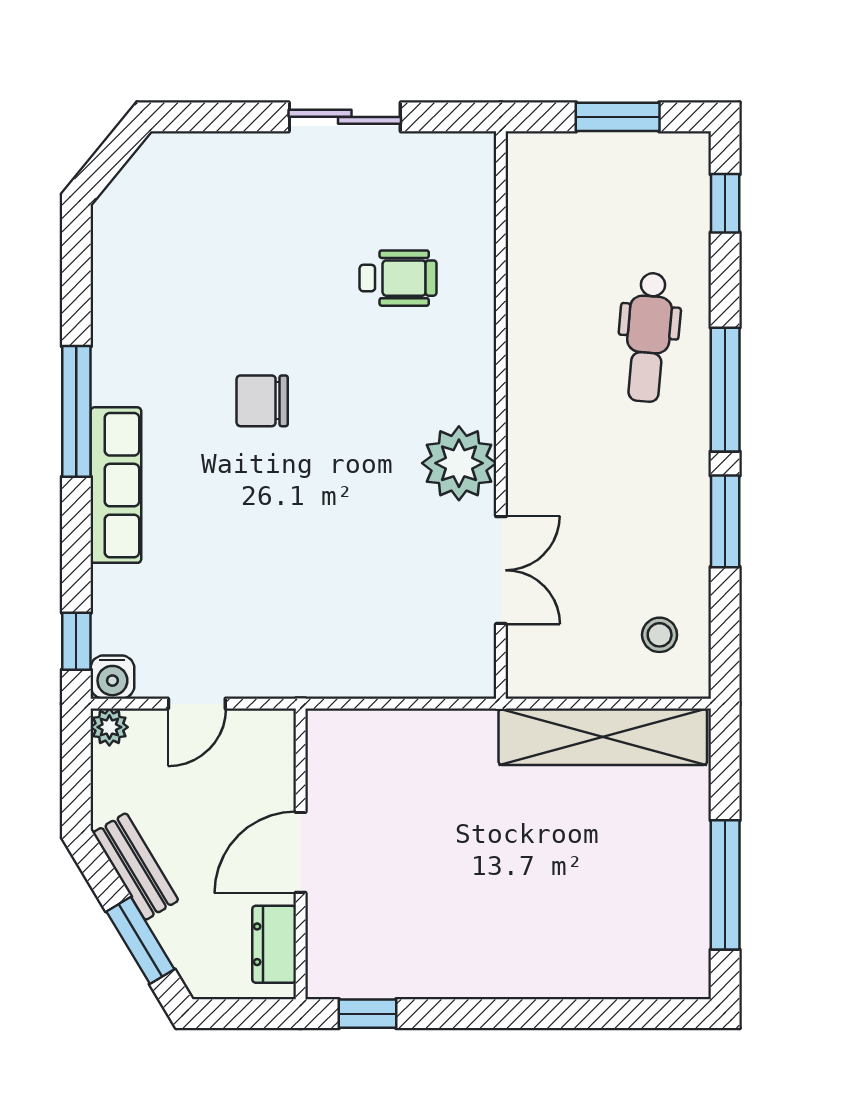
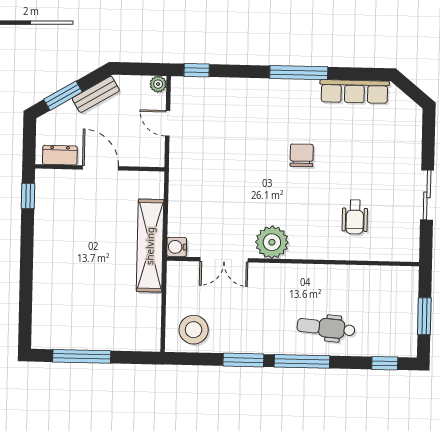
row of seats: (116, 485) -> (354, 91), moved
stool: (660, 635) -> (194, 330), width x1.89, depth x1.89
water cooler: (112, 677) -> (177, 247), moved
shelving: (603, 737) -> (150, 246), moved

